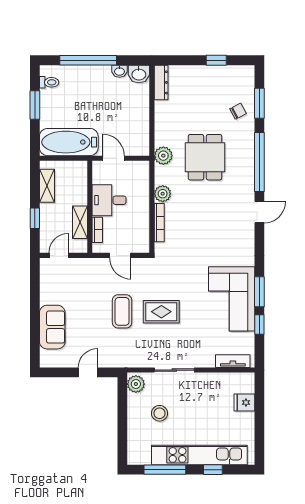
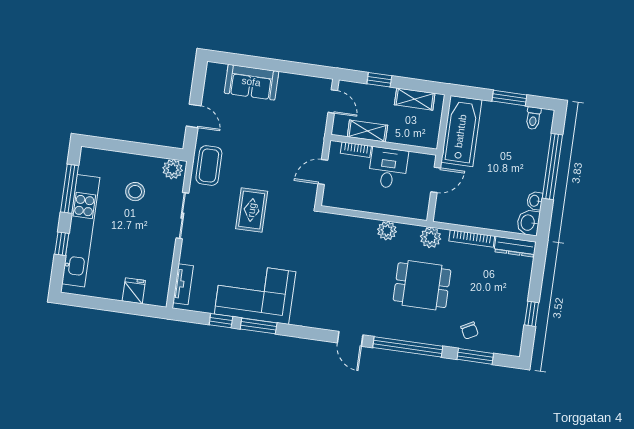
bookcase: (159, 223) -> (472, 239), moved
coffee table: (122, 311) -> (209, 166), moved, turned 90

